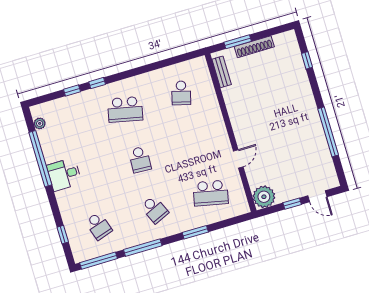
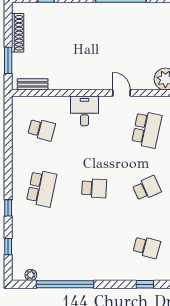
shoe rack: (254, 47) -> (18, 33), moved
window: (72, 91) -> (8, 247), moved
desk: (64, 174) -> (84, 111), moved, turned 180
school desk: (99, 226) -> (147, 247), turned 33

